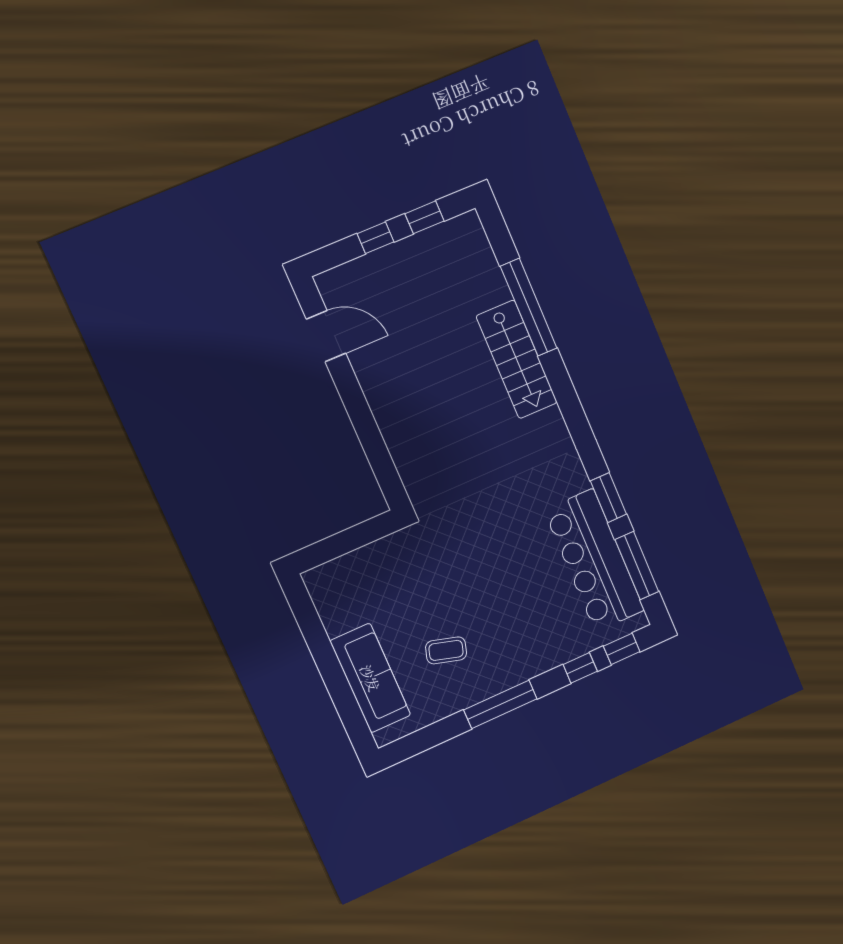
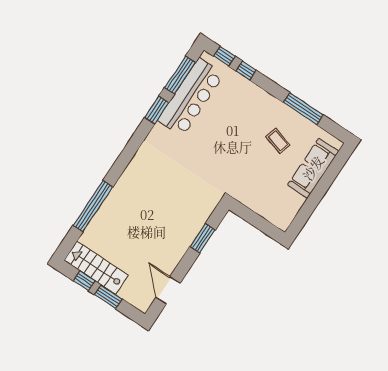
window: (376, 238) -> (108, 297), width x1.50
stairs: (517, 359) -> (96, 268), moved, turned -90
window: (372, 442) -> (203, 238), added
window: (500, 704) -> (303, 109), moved

